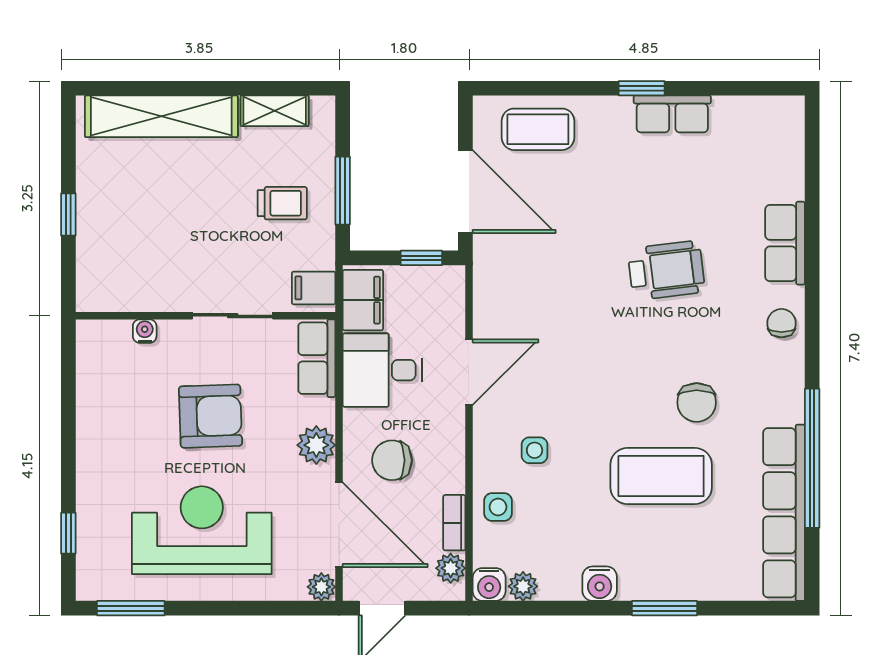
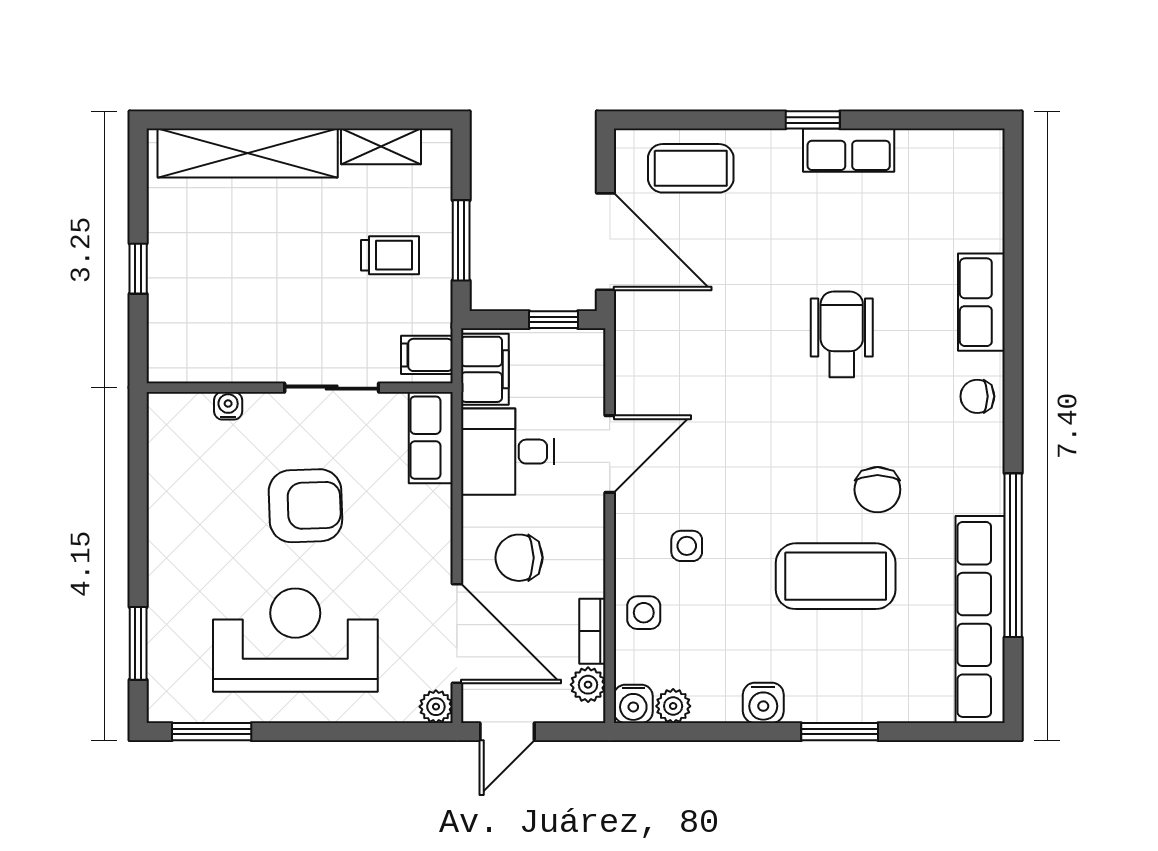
wheelchair: (666, 270) -> (842, 334), turned -83
chair: (782, 323) -> (977, 396), turned -90
plant: (316, 445) -> (430, 540), removed
window: (68, 533) -> (138, 643), width x1.50

